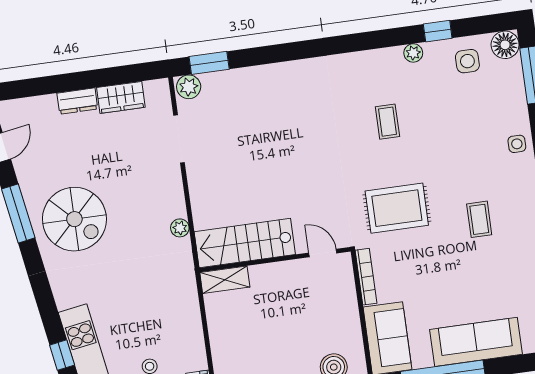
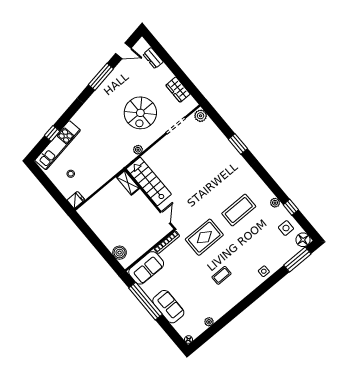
window: (209, 63) -> (238, 144), moved
dresser: (77, 101) -> (153, 58), moved
coffee table: (387, 122) -> (239, 210), width x1.86, depth x1.72
rug: (397, 208) -> (204, 237), turned 90
spiral stairs: (74, 219) -> (140, 113), moved
sofa: (476, 342) -> (168, 307), width x0.73

